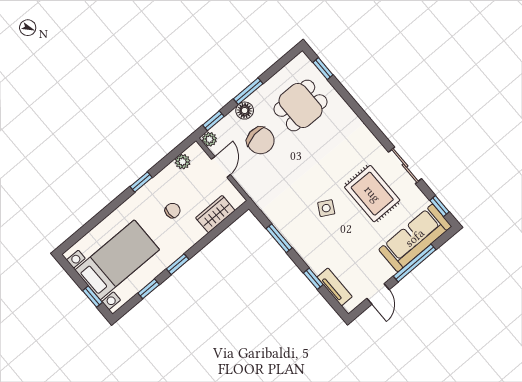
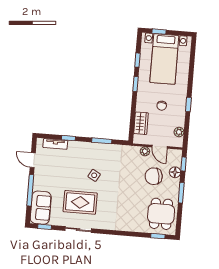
dining table: (301, 106) -> (161, 214), moved
floor lamp: (245, 111) -> (175, 172), moved
plant: (209, 139) -> (145, 151), moved
sofa: (415, 238) -> (41, 208), width x0.73

